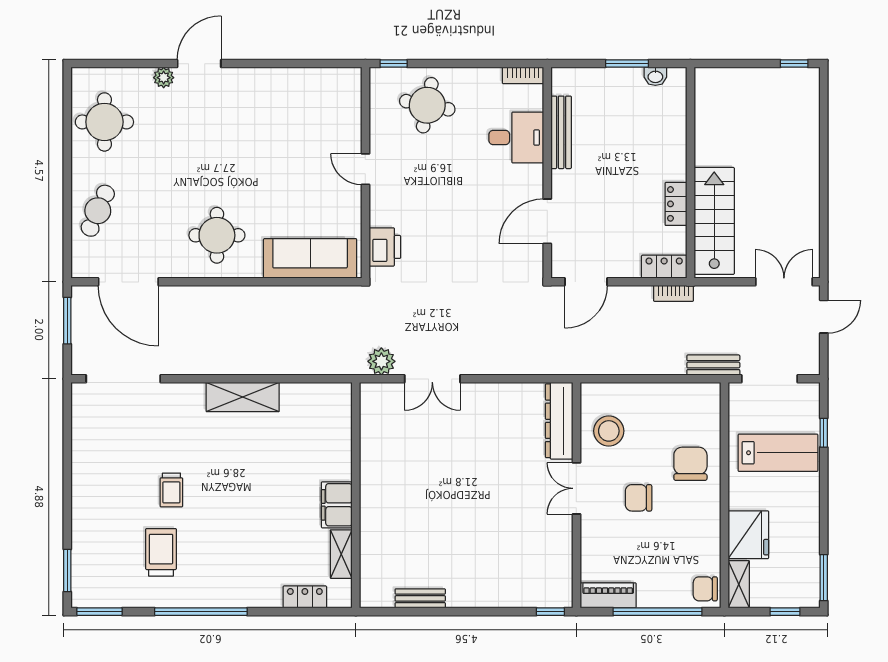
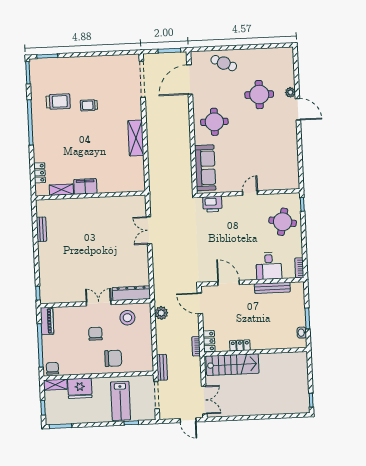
round table: (104, 122) -> (259, 95), moved
plant: (381, 361) -> (161, 313), moved

